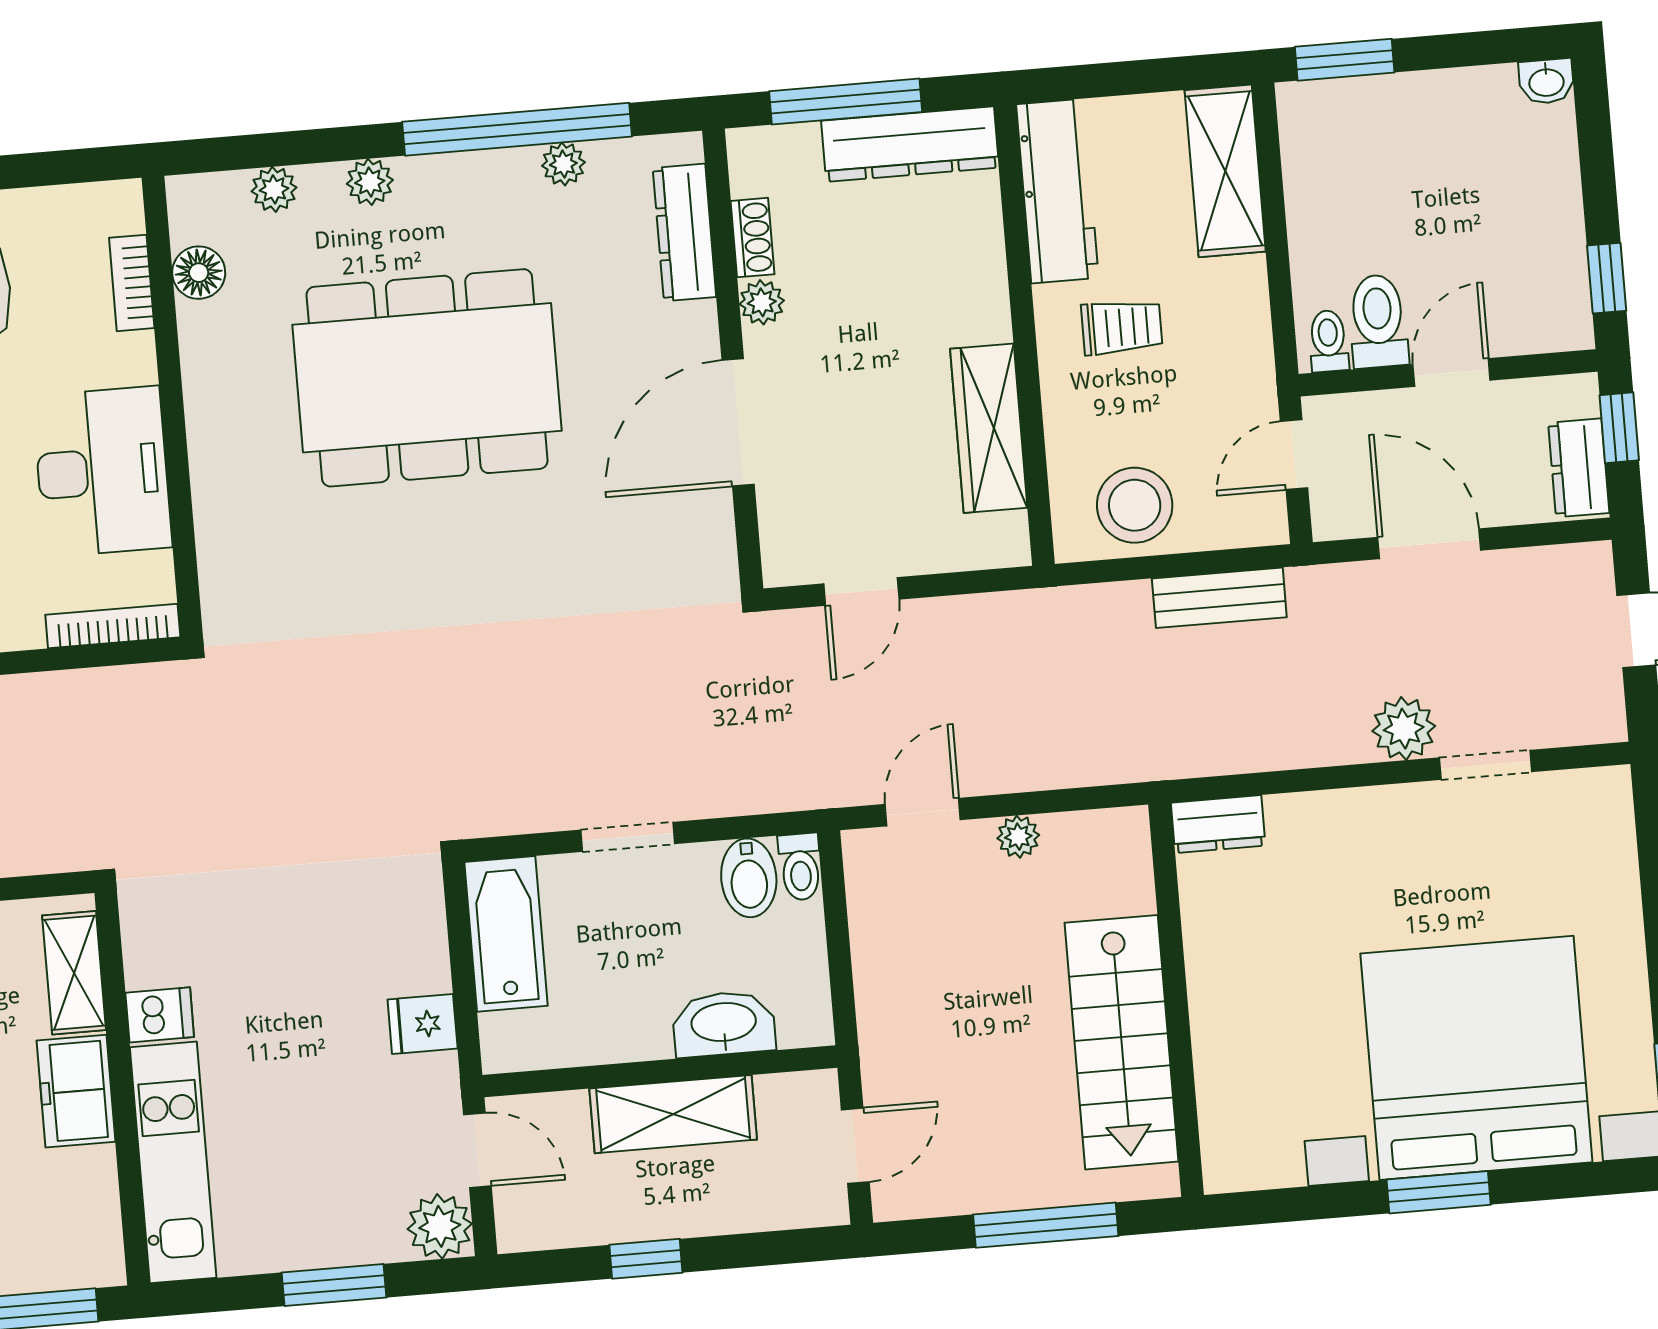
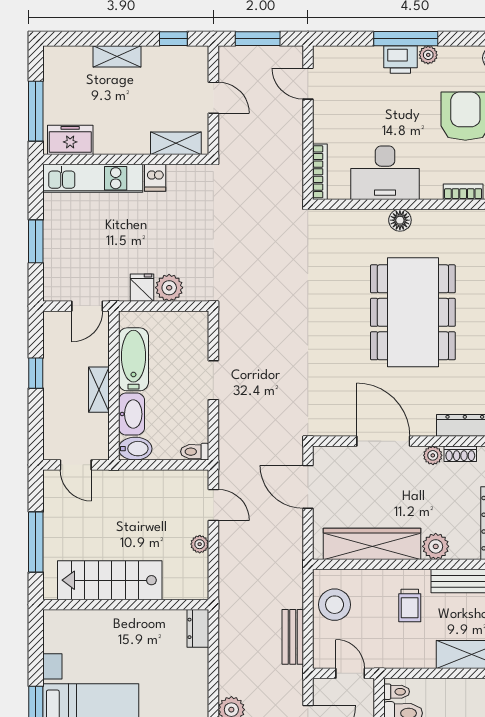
floor lamp: (199, 273) -> (400, 220), moved
plant: (977, 277) -> (436, 546), added
wardrobe: (989, 428) -> (372, 544), width x1.40, depth x1.17
door: (861, 591) -> (308, 487), width x1.38
bidet: (749, 878) -> (135, 449), moved, turned 180
bathtub: (506, 934) -> (133, 359), moved, turned -90
freezer: (76, 1091) -> (70, 140), moved
shelving: (673, 1114) -> (99, 390), width x0.67, depth x0.75
plant: (440, 1226) -> (169, 288), moved

